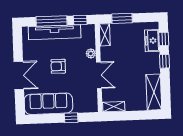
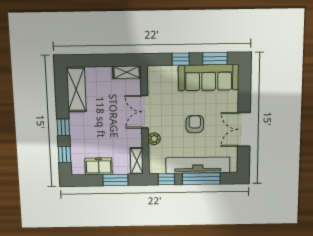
freezer: (152, 41) -> (99, 166), moved, turned -90
armchair: (58, 66) -> (195, 124), turned -90
double door: (19, 75) -> (244, 129), moved
window: (44, 119) -> (215, 59), added

